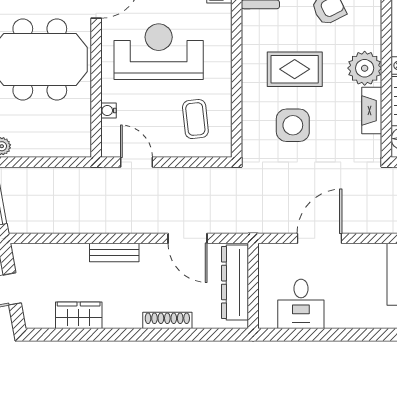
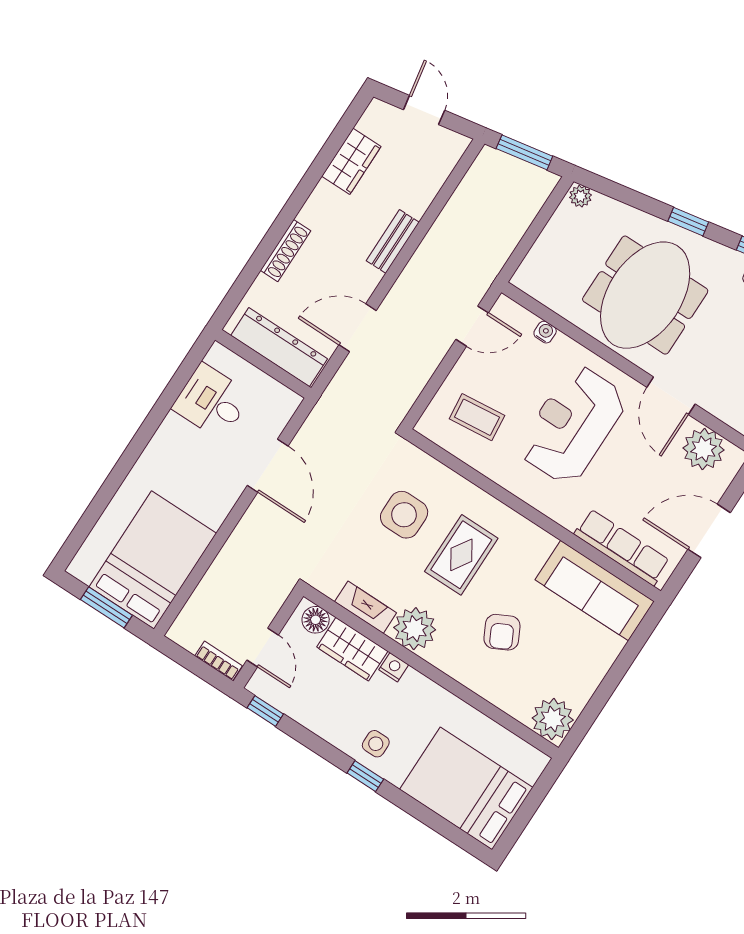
reception desk: (159, 52) -> (572, 425), turned 180

